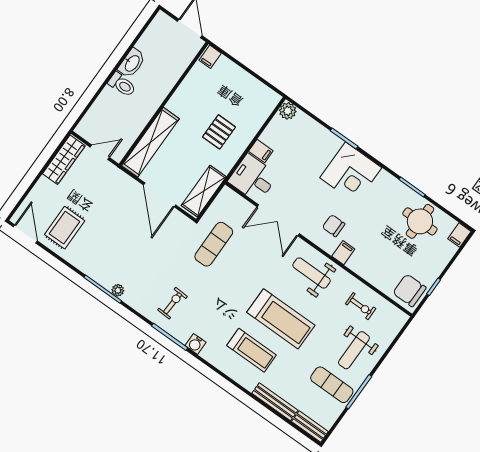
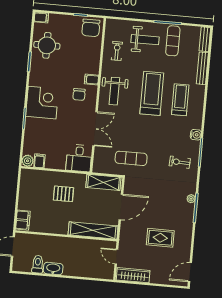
filing cabinet: (210, 57) -> (23, 220), width x2.00
toilet: (122, 85) -> (38, 264), moved
filing cabinet: (261, 151) -> (39, 161), moved
rug: (65, 228) -> (160, 238), moved

